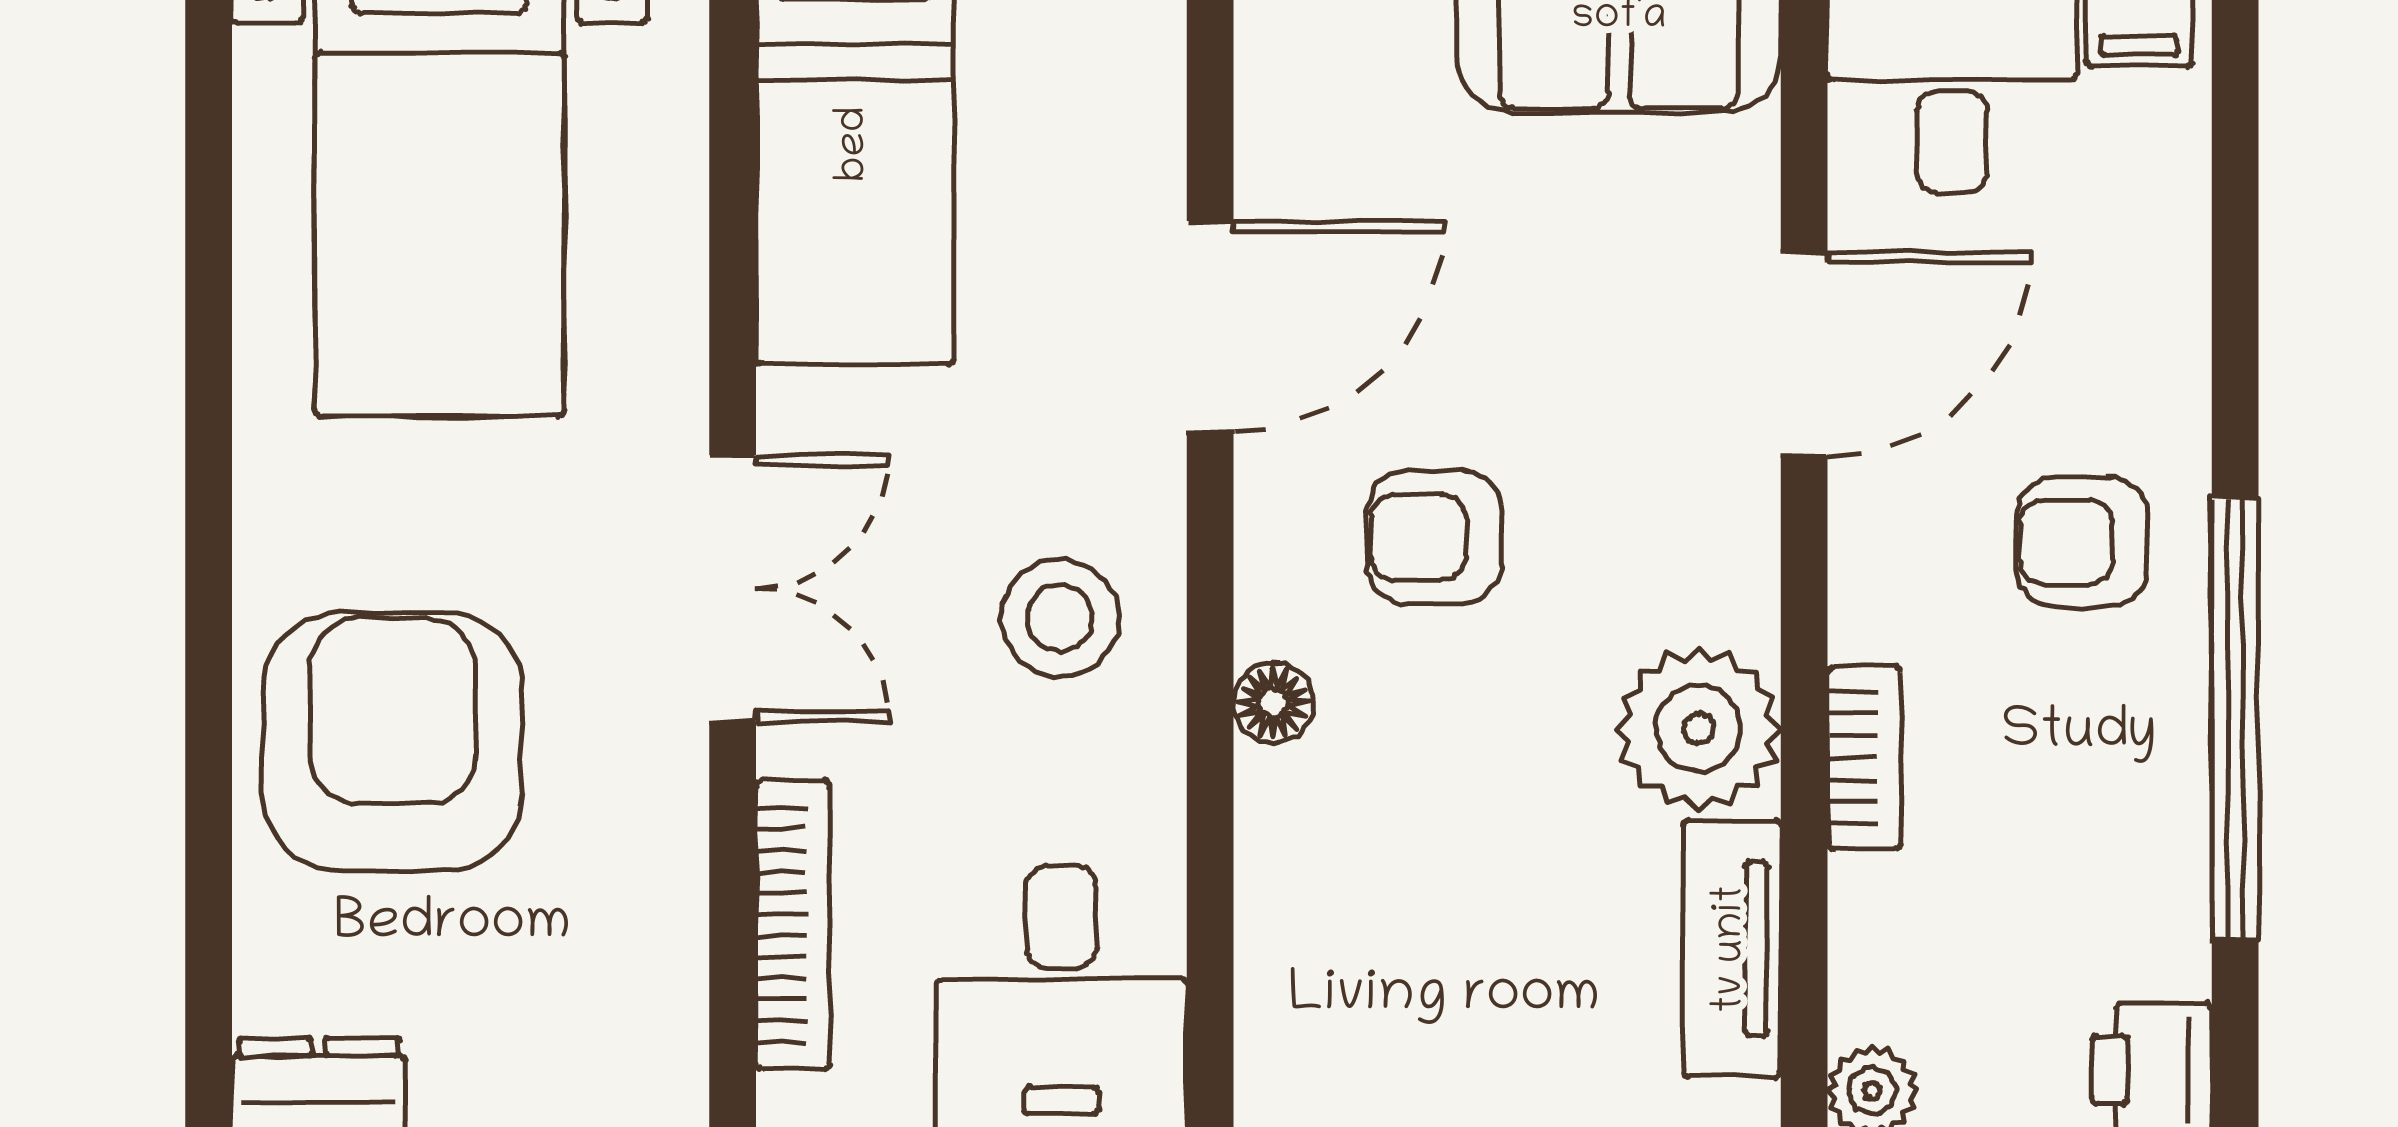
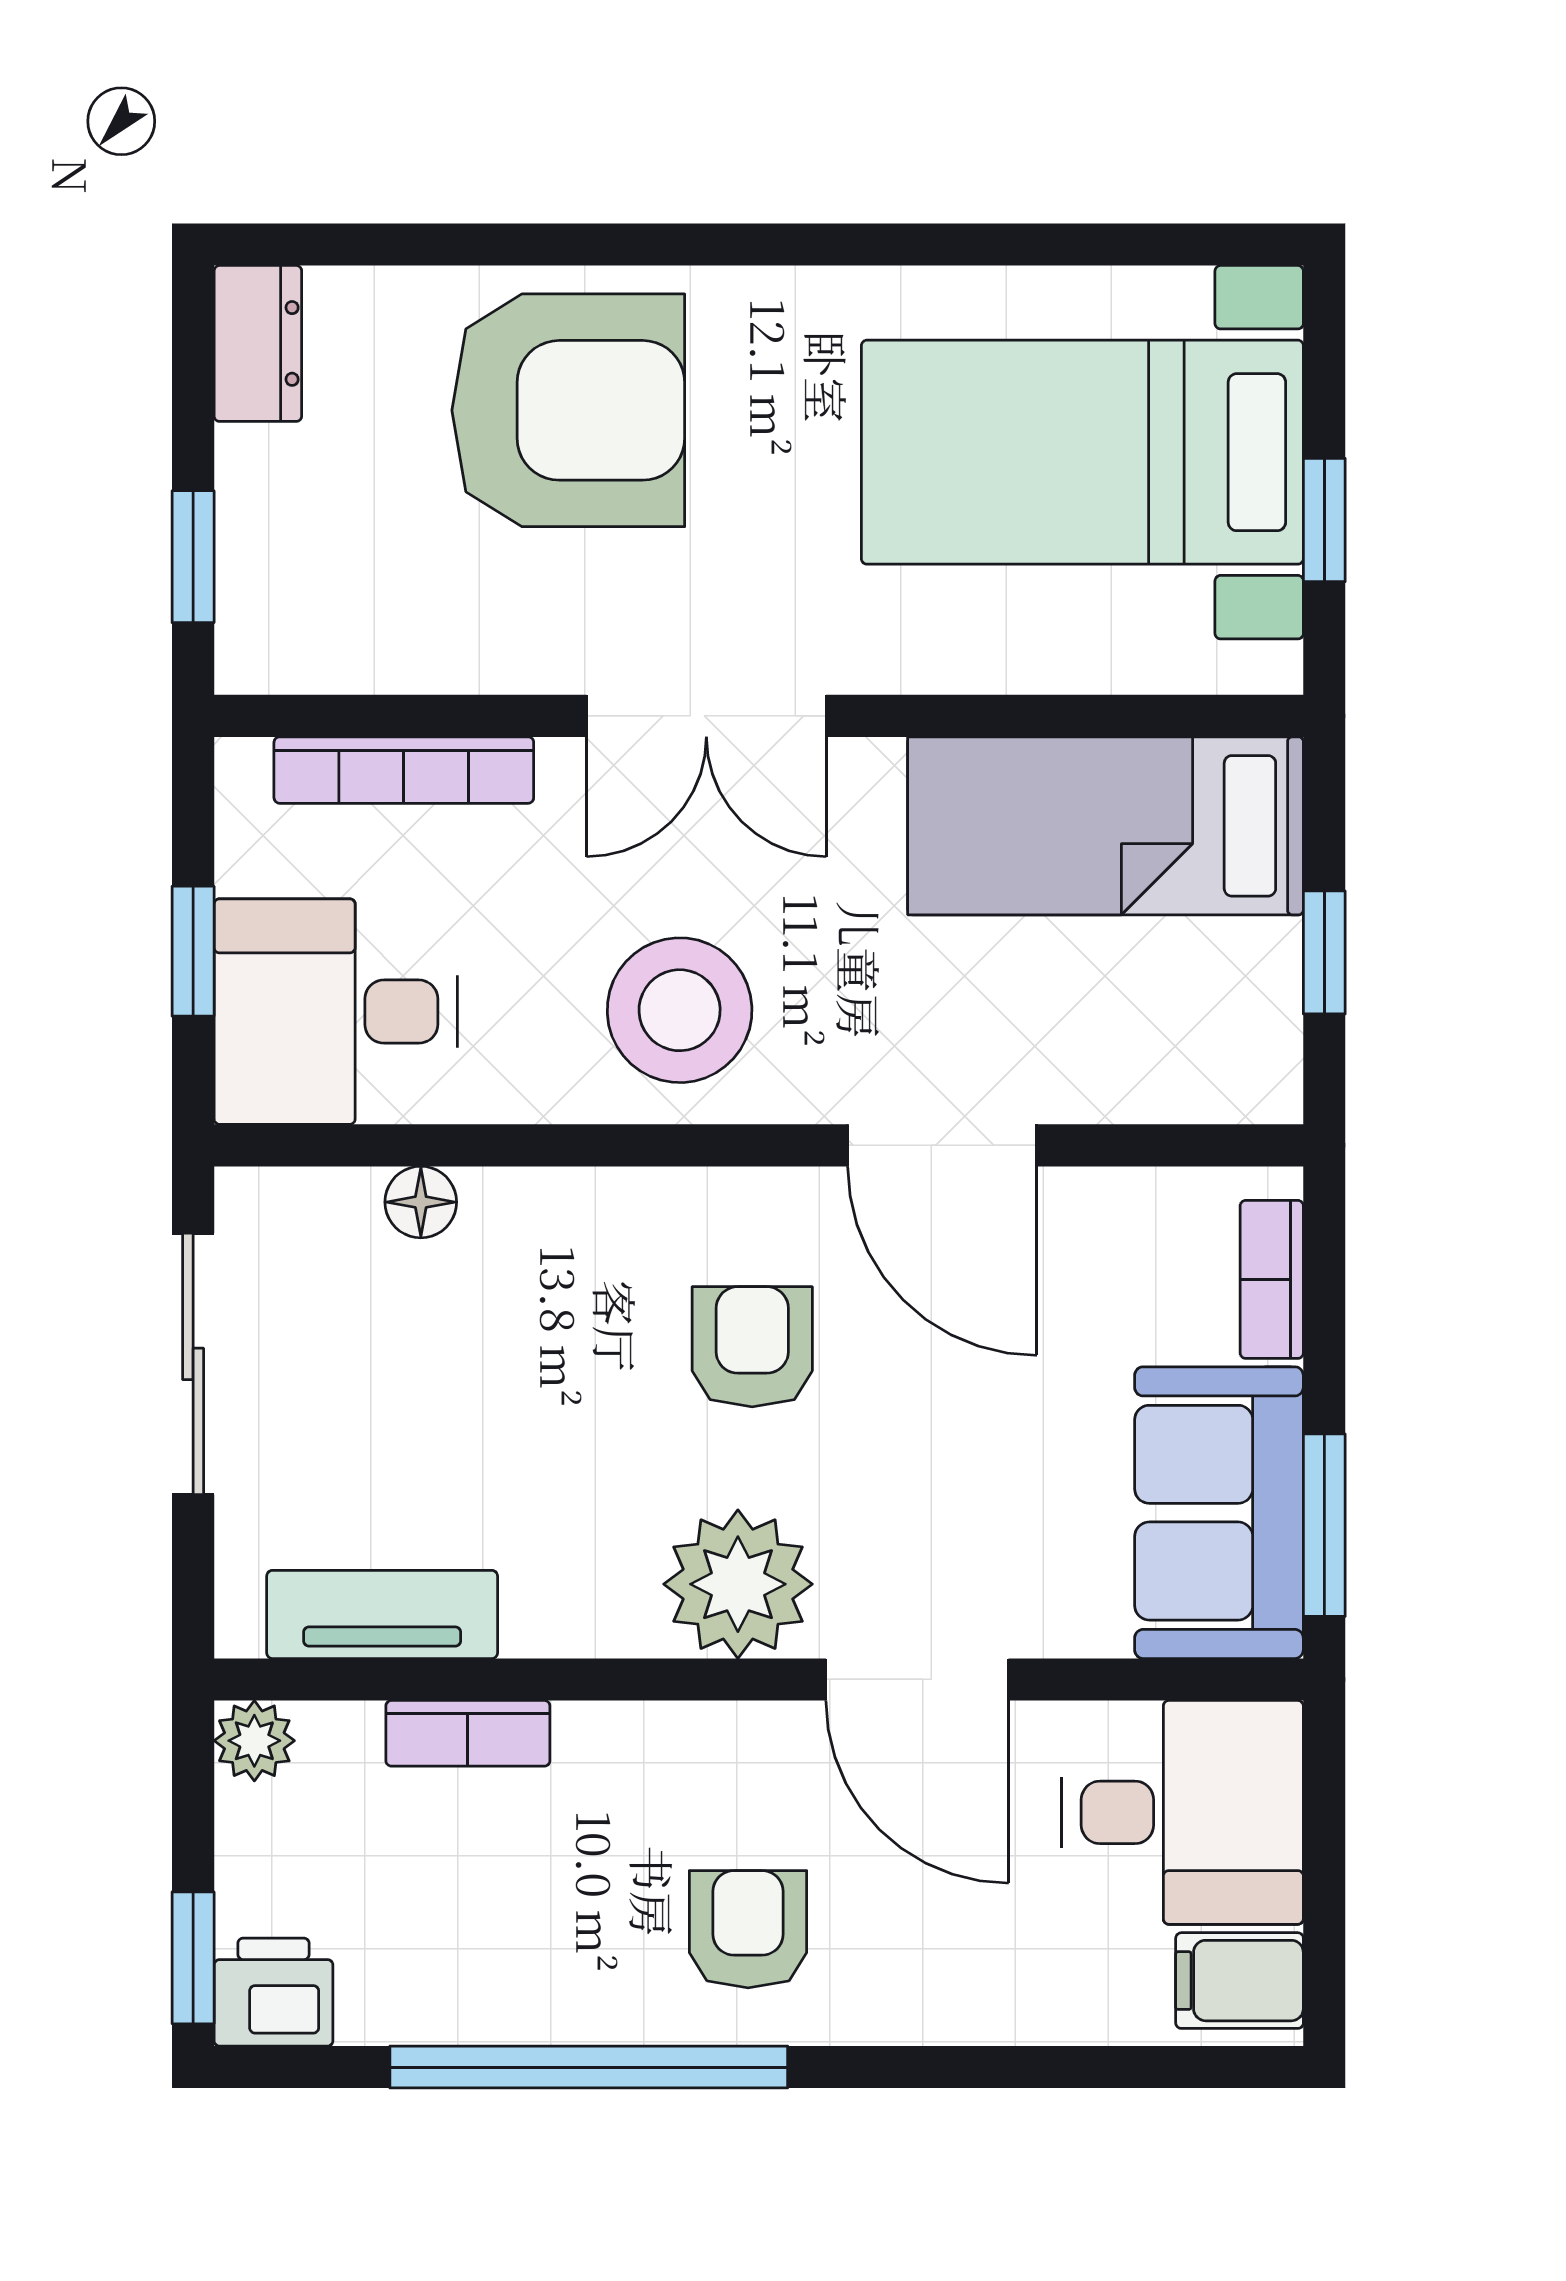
stool: (1060, 618) -> (680, 1010), width x1.38, depth x1.38
floor lamp: (1273, 703) -> (421, 1202), moved
plant: (1698, 728) -> (738, 1584), moved
bookcase: (1864, 758) -> (468, 1733), moved

